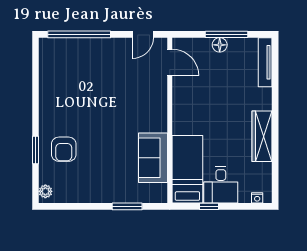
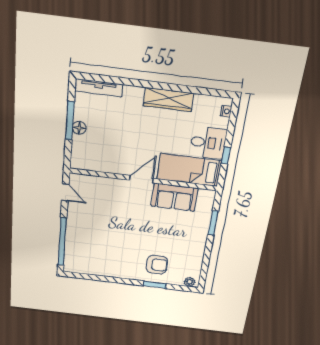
door: (170, 62) -> (141, 179), moved

